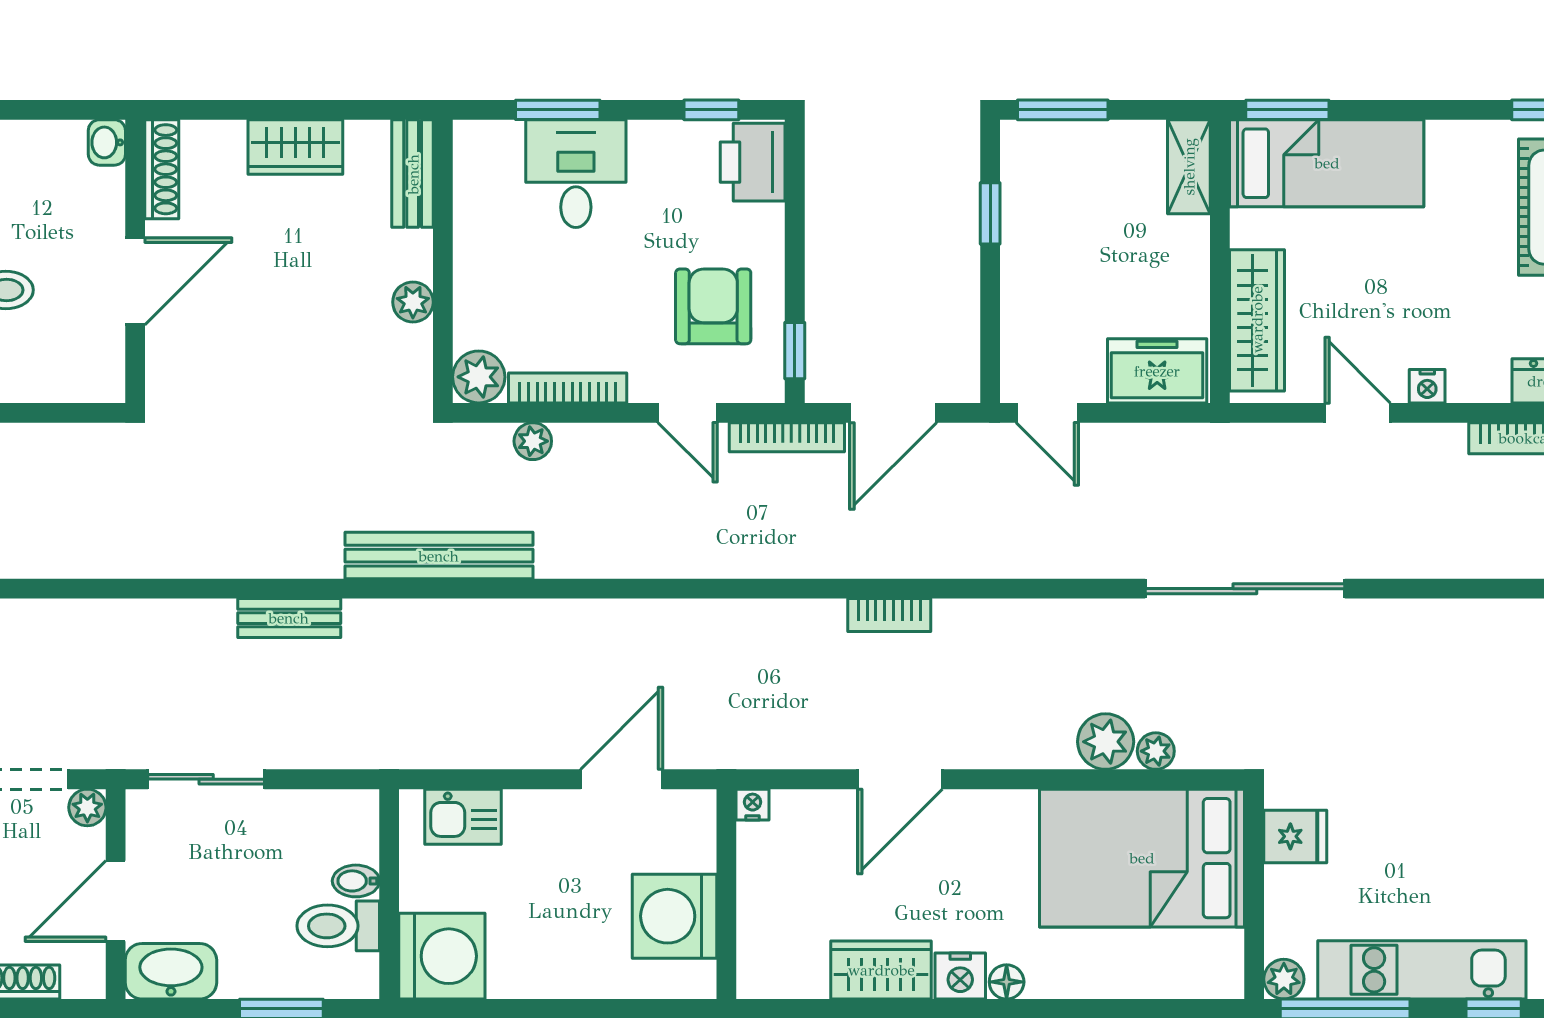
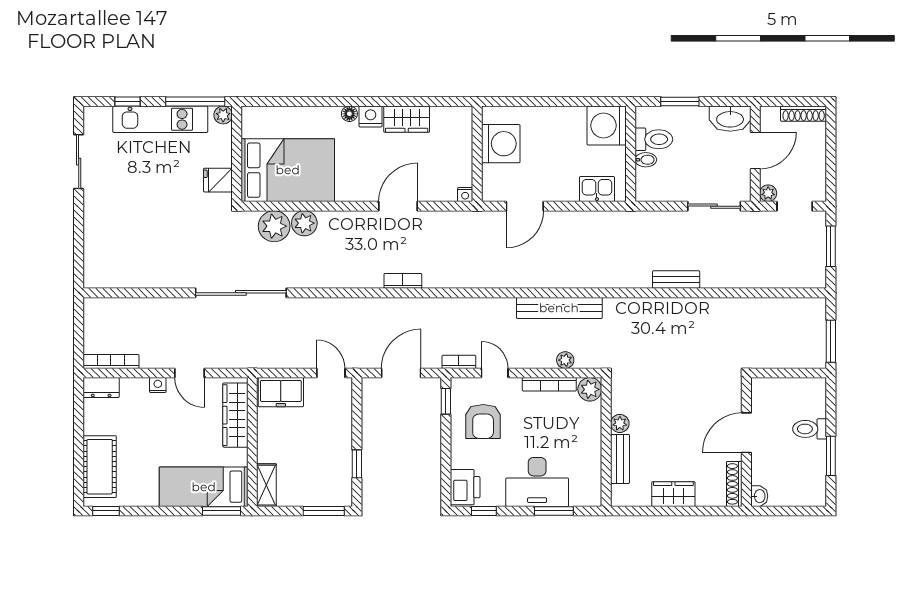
bench: (413, 174) -> (620, 459), moved
desk: (576, 174) -> (537, 482), width x1.37
bookcase: (787, 437) -> (459, 362), width x0.64
bench: (439, 556) -> (559, 308), moved
plant: (1156, 751) -> (274, 226), width x1.88, depth x1.88

